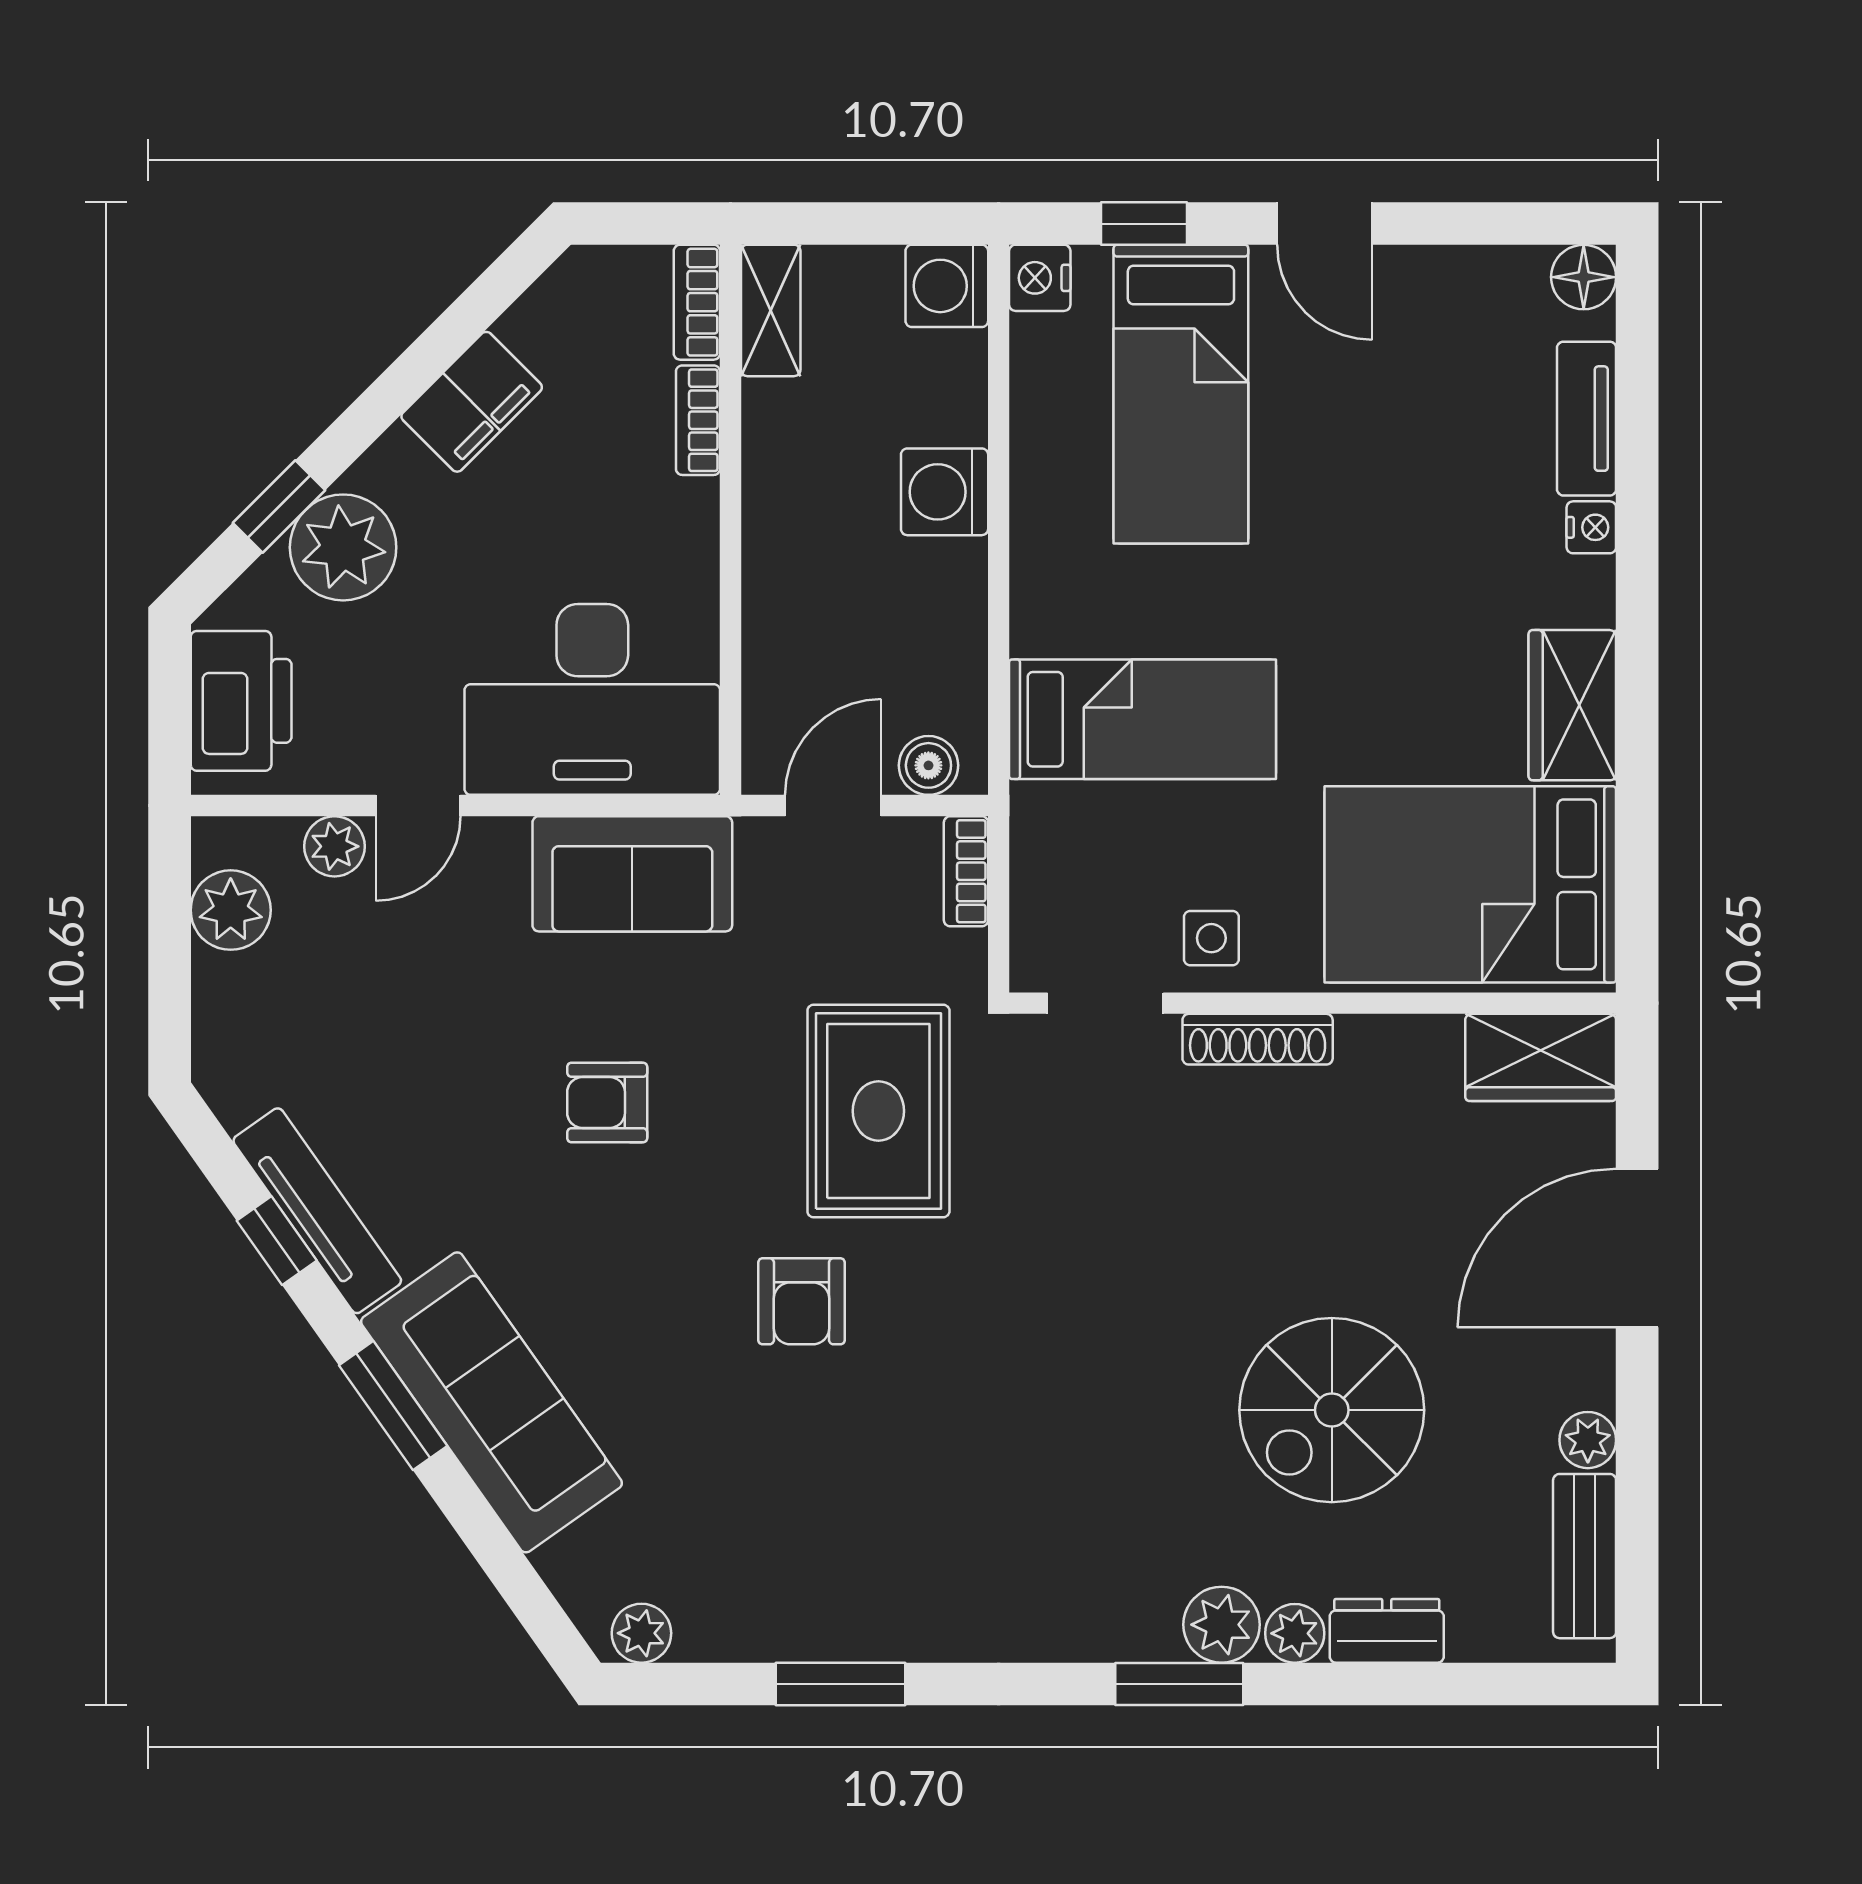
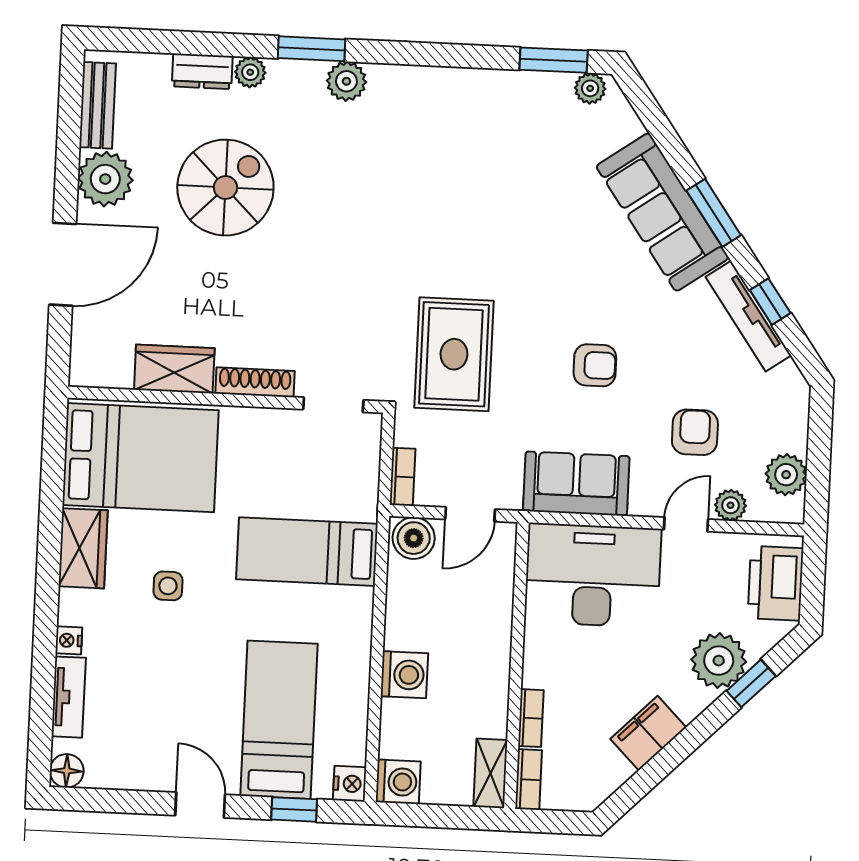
boiler: (928, 765) -> (414, 538), width x1.36, depth x1.36
side table: (1211, 938) -> (168, 586), moved
wardrobe: (1541, 1057) -> (174, 369), moved
armchair: (801, 1301) -> (695, 432), moved
plant: (1588, 1440) -> (105, 179), width x1.88, depth x1.88
plant: (1222, 1625) -> (346, 81), moved
window: (840, 1684) -> (554, 60), moved

